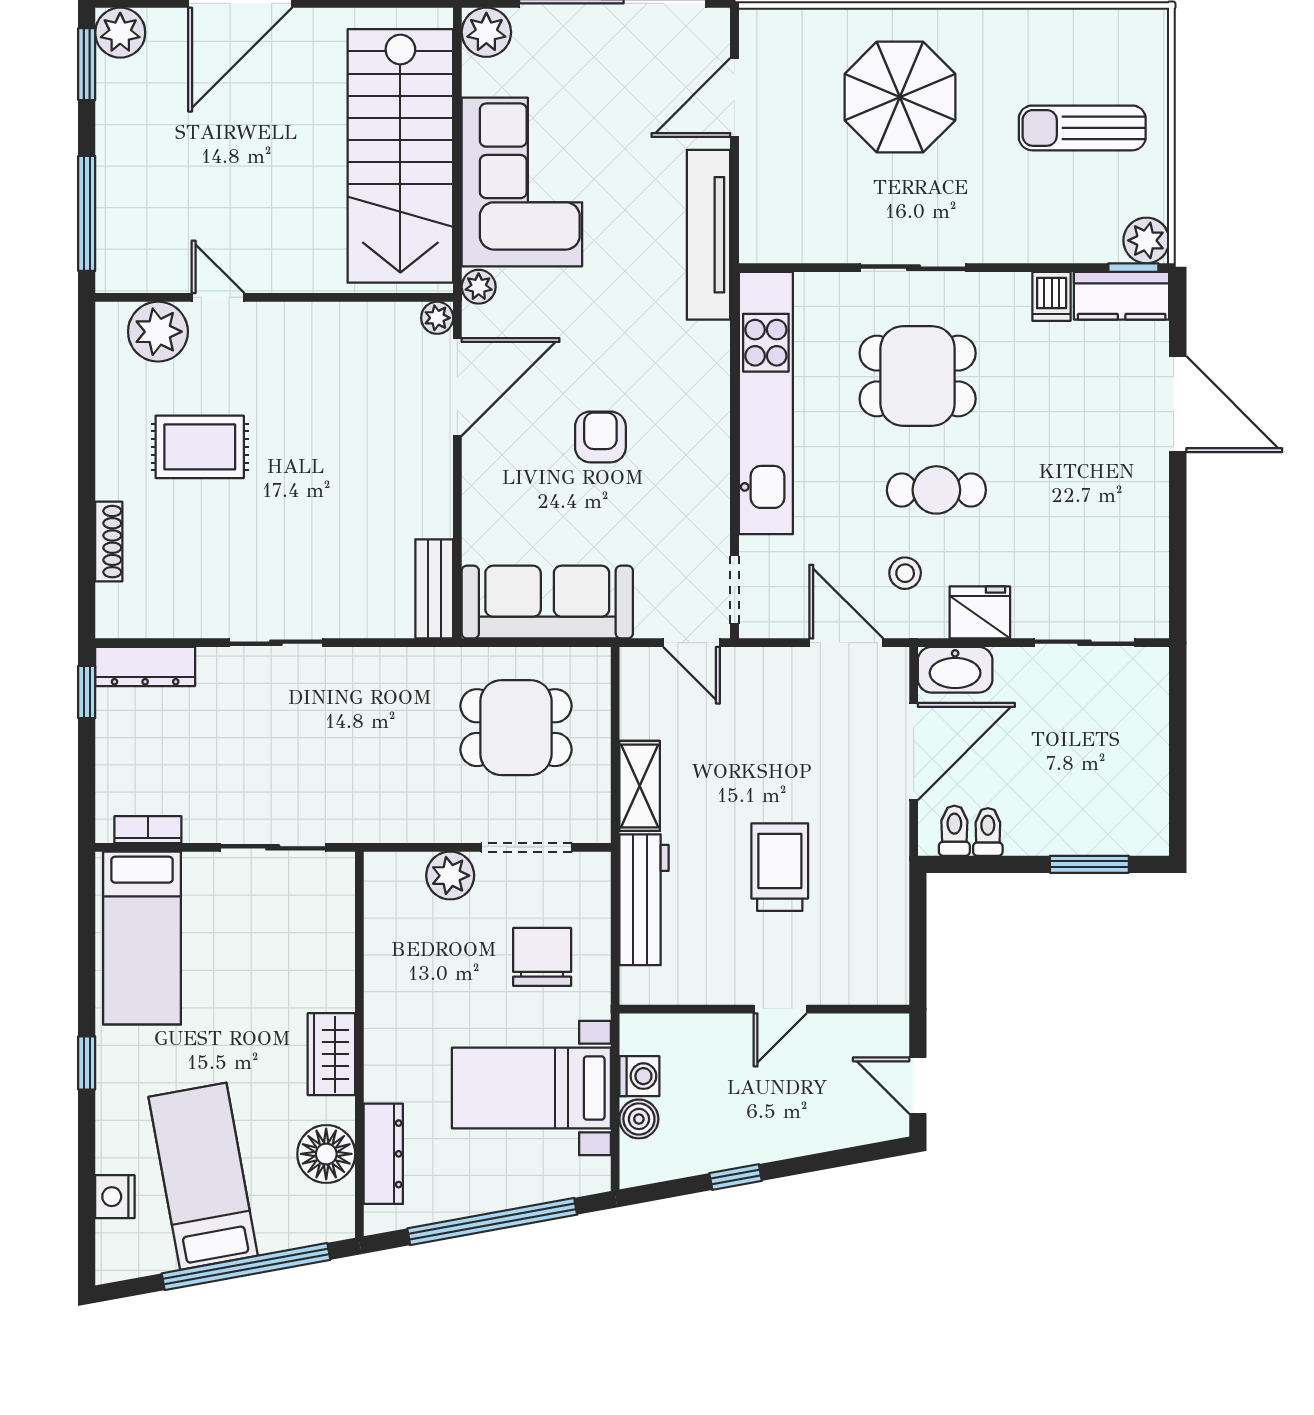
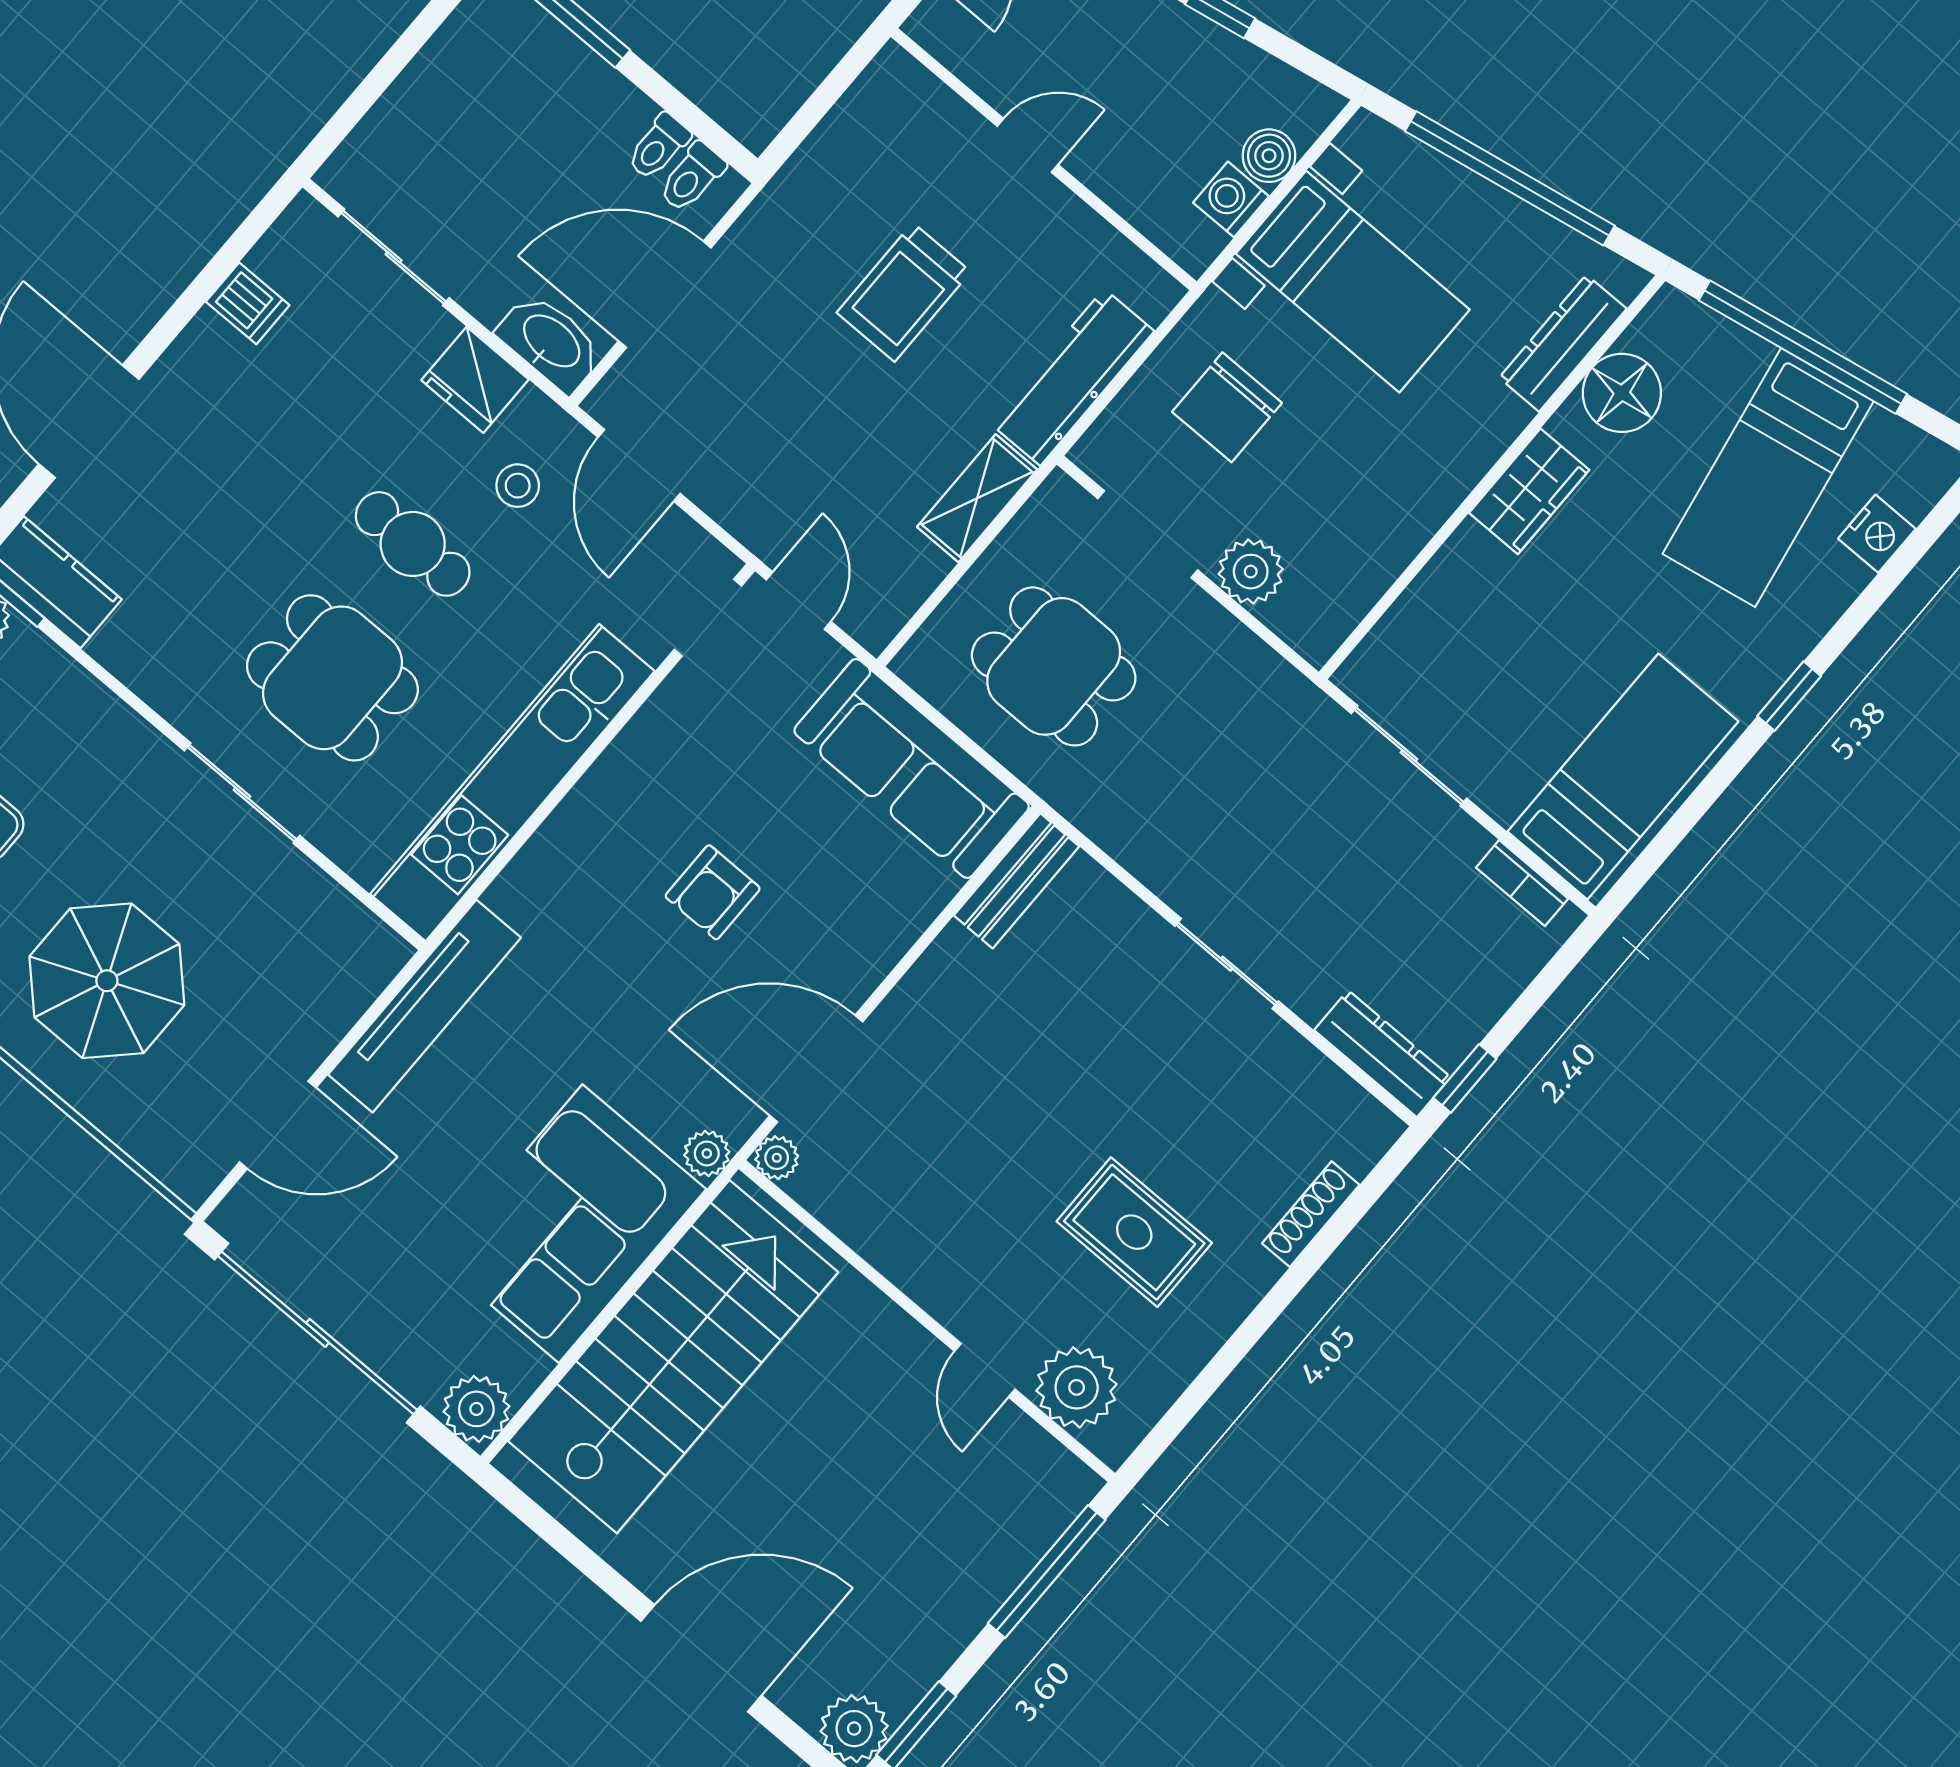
dishwasher: (1052, 296) -> (248, 303), moved, turned 90

